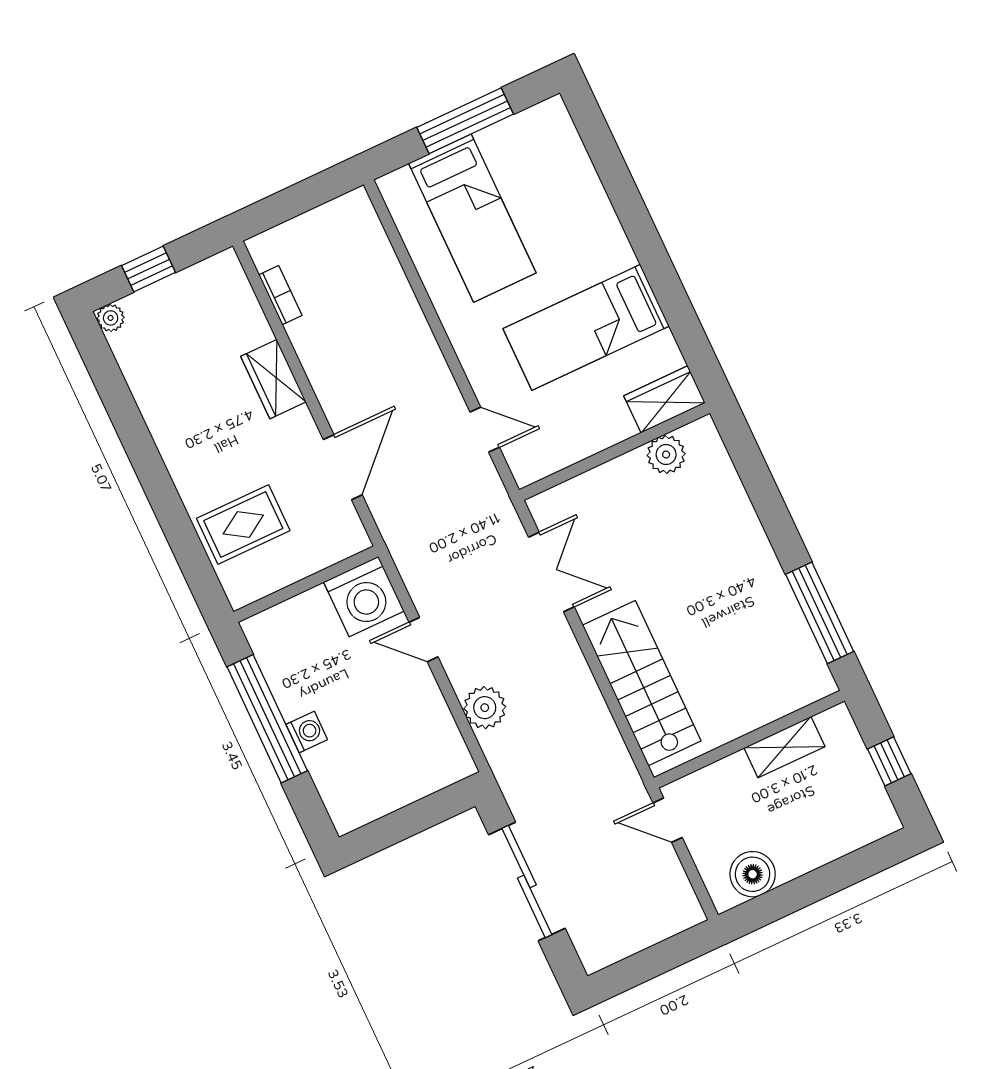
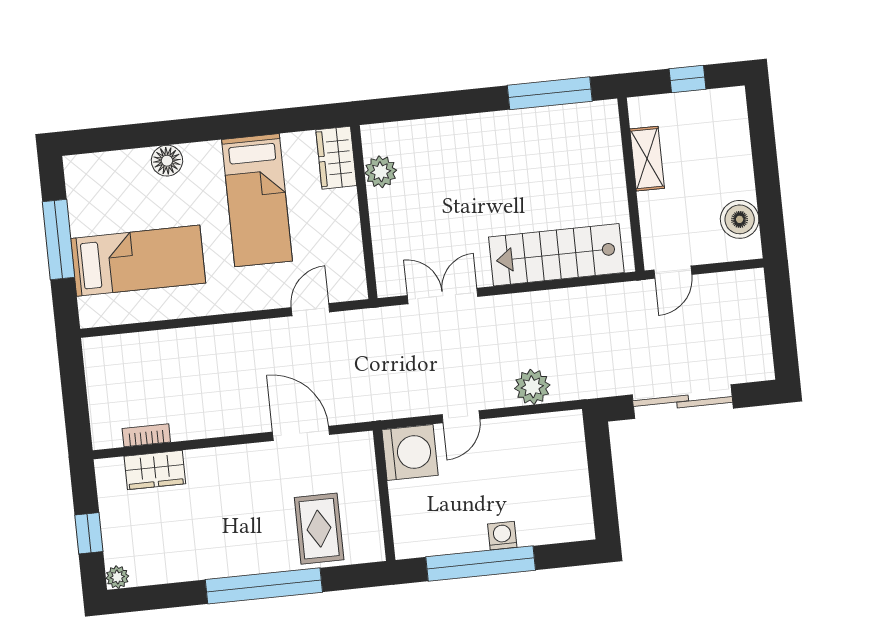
floor lamp: (595, 211) -> (167, 161), added
wardrobe: (273, 379) -> (155, 470), moved
window: (158, 485) -> (264, 586), added

